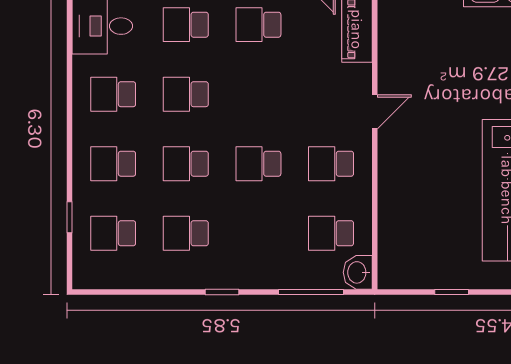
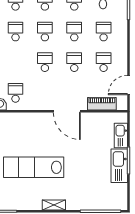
door: (375, 112) -> (67, 111), width x1.87
school desk: (331, 164) -> (74, 62), moved

